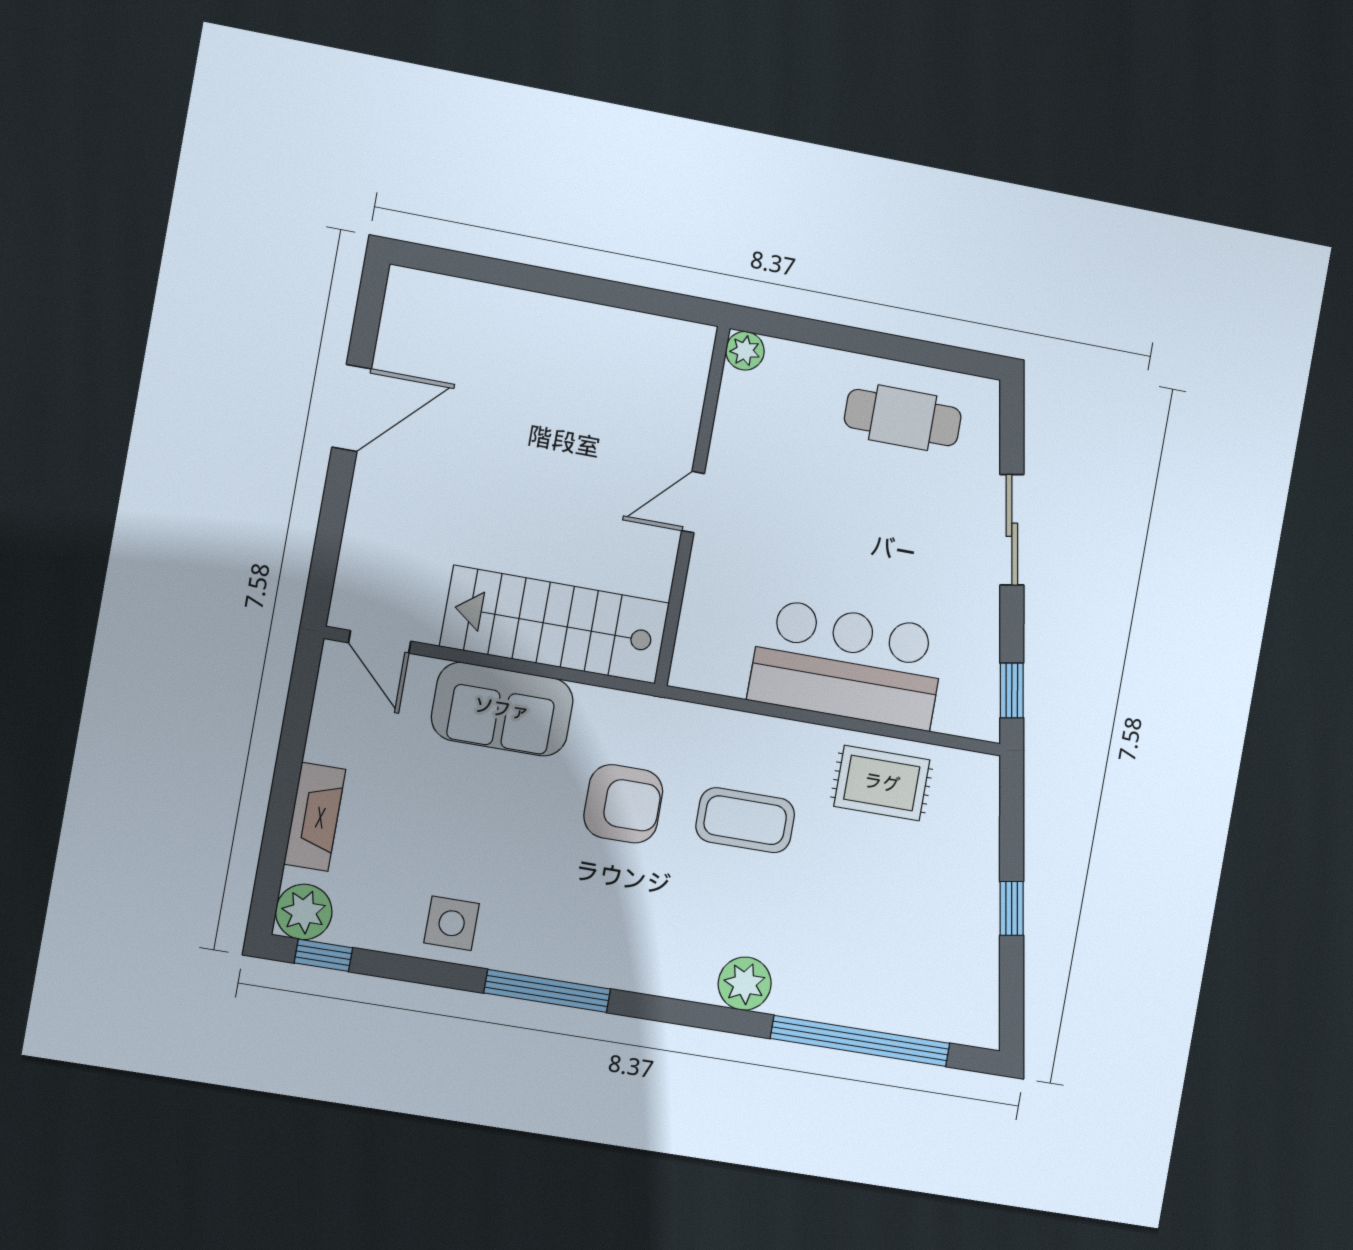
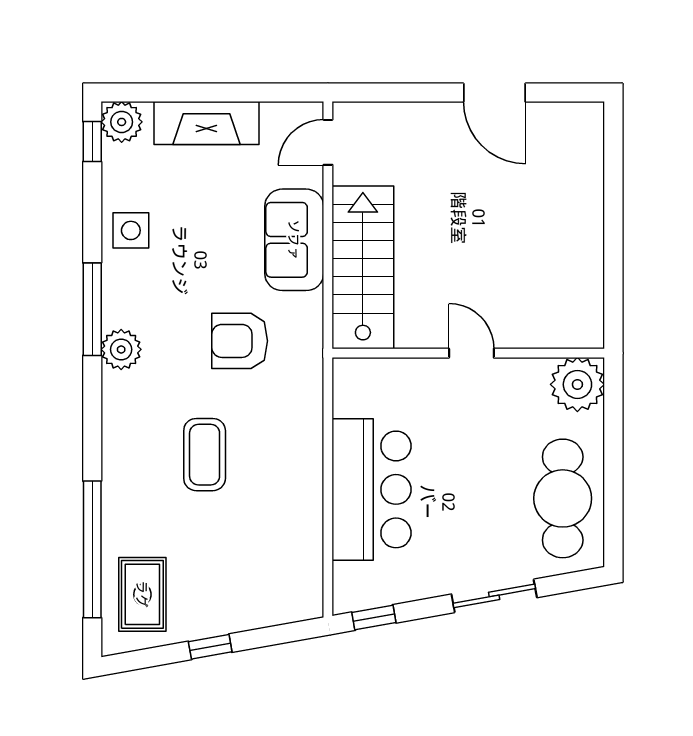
plant: (745, 351) -> (577, 384), width x1.88, depth x1.88
cafe table: (903, 418) -> (563, 498), width x1.37, depth x1.35
rug: (882, 783) -> (142, 594), moved
armchair: (623, 804) -> (240, 341), turned 90
fireplace: (315, 817) -> (206, 123), width x1.37, depth x1.32
coffee table: (745, 820) -> (205, 455), moved
plant: (745, 984) -> (121, 349), moved

